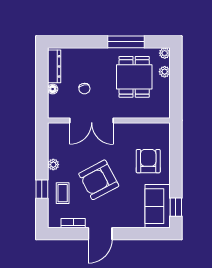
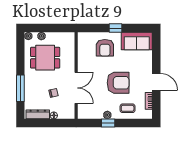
window: (126, 42) -> (20, 88), moved
armchair: (148, 161) -> (105, 48), turned -90
armchair: (99, 180) -> (118, 83), turned -62
window: (42, 189) -> (108, 123), moved
window: (176, 207) -> (115, 28), moved

